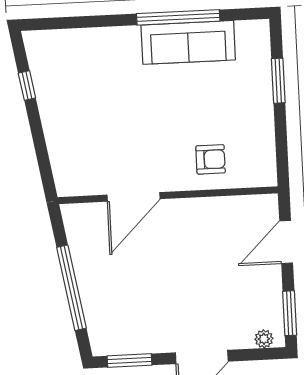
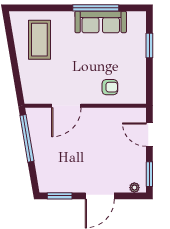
coffee table: (79, 80) -> (39, 40), added
window: (27, 86) -> (11, 41), removed
door: (286, 242) -> (149, 135), hinge flipped
window: (71, 288) -> (27, 138), moved

